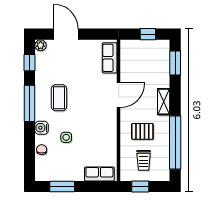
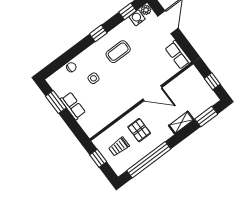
row of seats: (110, 58) -> (178, 55), moved, turned -90
shelving: (164, 102) -> (181, 123), moved
window: (30, 103) -> (98, 33), width x0.46
water cooler: (42, 128) -> (137, 18), moved
row of seats: (99, 174) -> (73, 106), moved

